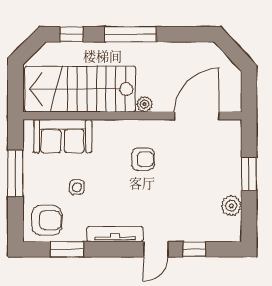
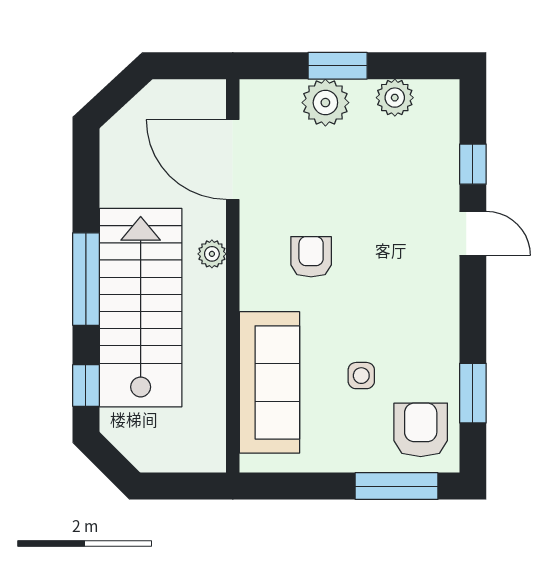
stairs: (80, 89) -> (141, 308), moved, turned 180
sofa: (63, 136) -> (269, 382), width x1.36
plant: (229, 167) -> (325, 103), added
window: (16, 173) -> (397, 486), moved
tv unit: (115, 234) -> (446, 307), removed

